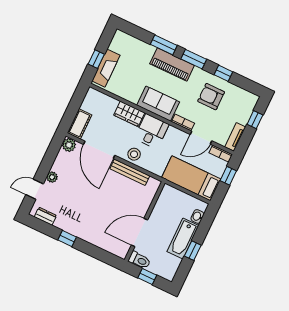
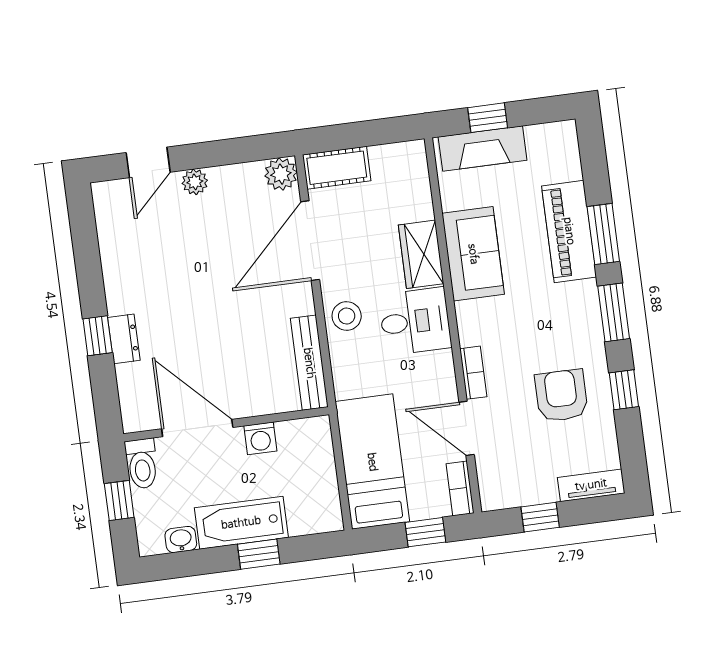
piano: (172, 65) -> (569, 231), moved
sofa: (158, 104) -> (473, 254), moved
window: (255, 120) -> (540, 517), moved
tv unit: (235, 137) -> (591, 485), moved
bench: (130, 172) -> (309, 363), moved
door: (35, 189) -> (148, 162), swing flipped
washing machine: (158, 213) -> (260, 438), added
dresser: (45, 216) -> (124, 339), moved
washbasin: (197, 216) -> (181, 540), moved
window: (67, 238) -> (98, 336), moved
window: (193, 251) -> (259, 554), moved

